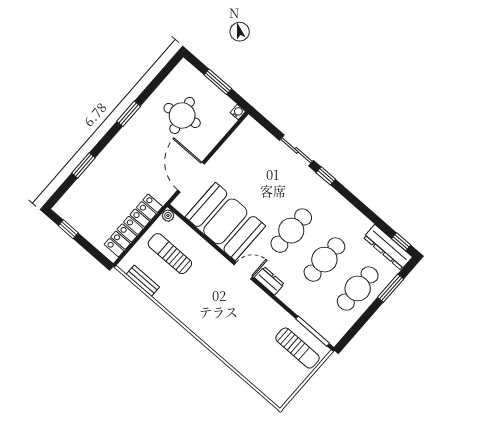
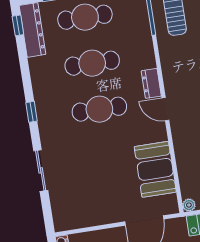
window: (326, 176) -> (31, 112), moved
booth: (225, 221) -> (155, 169), width x0.73, depth x0.70

